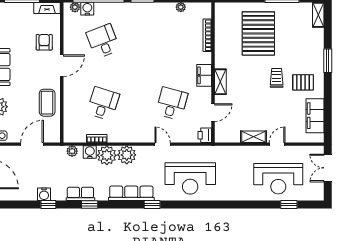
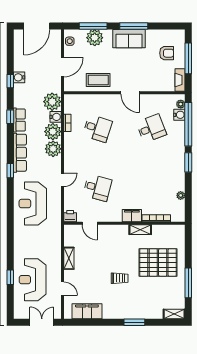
armchair: (44, 42) -> (167, 53), moved
filing cabinet: (204, 75) -> (132, 216), moved
shelving: (220, 82) -> (140, 230), moved
pallet: (303, 82) -> (116, 301), removed
door: (32, 144) -> (62, 67), hinge flipped
door: (277, 144) -> (62, 289), moved
plant: (72, 151) -> (52, 102), width x1.88, depth x1.88
row of seats: (80, 194) -> (19, 120), moved
window: (289, 205) -> (10, 277), moved

